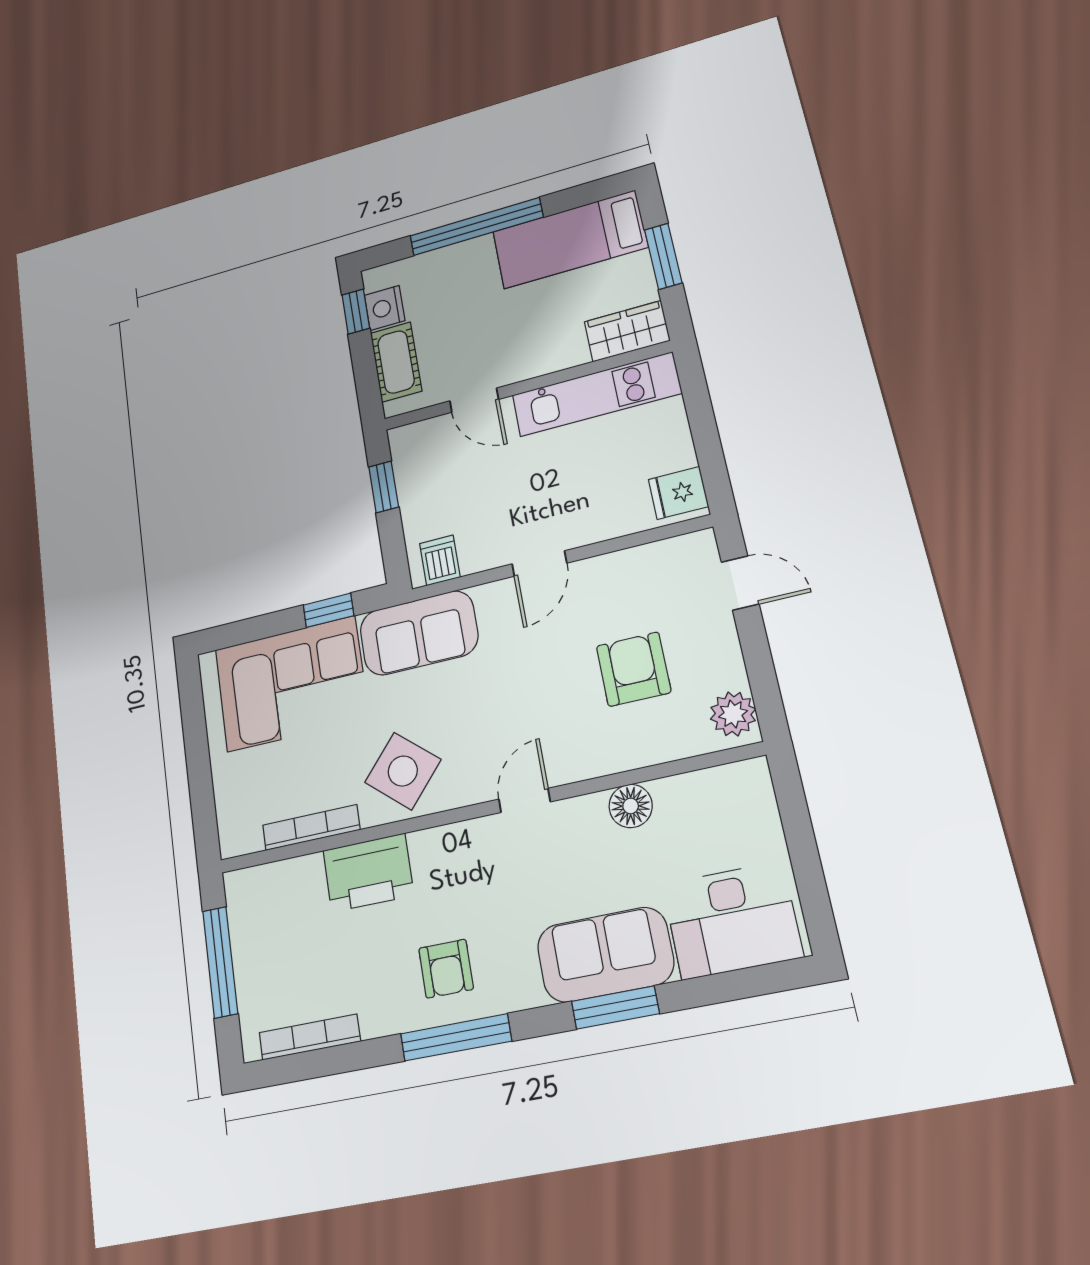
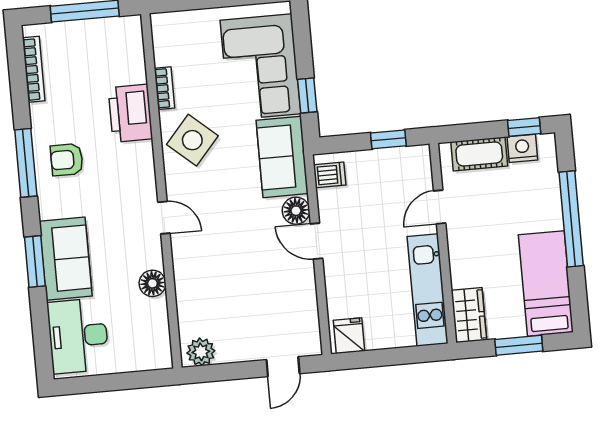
floor lamp: (496, 601) -> (296, 211), added
armchair: (634, 669) -> (238, 294), removed
bookcase: (311, 828) -> (164, 88), width x0.64

